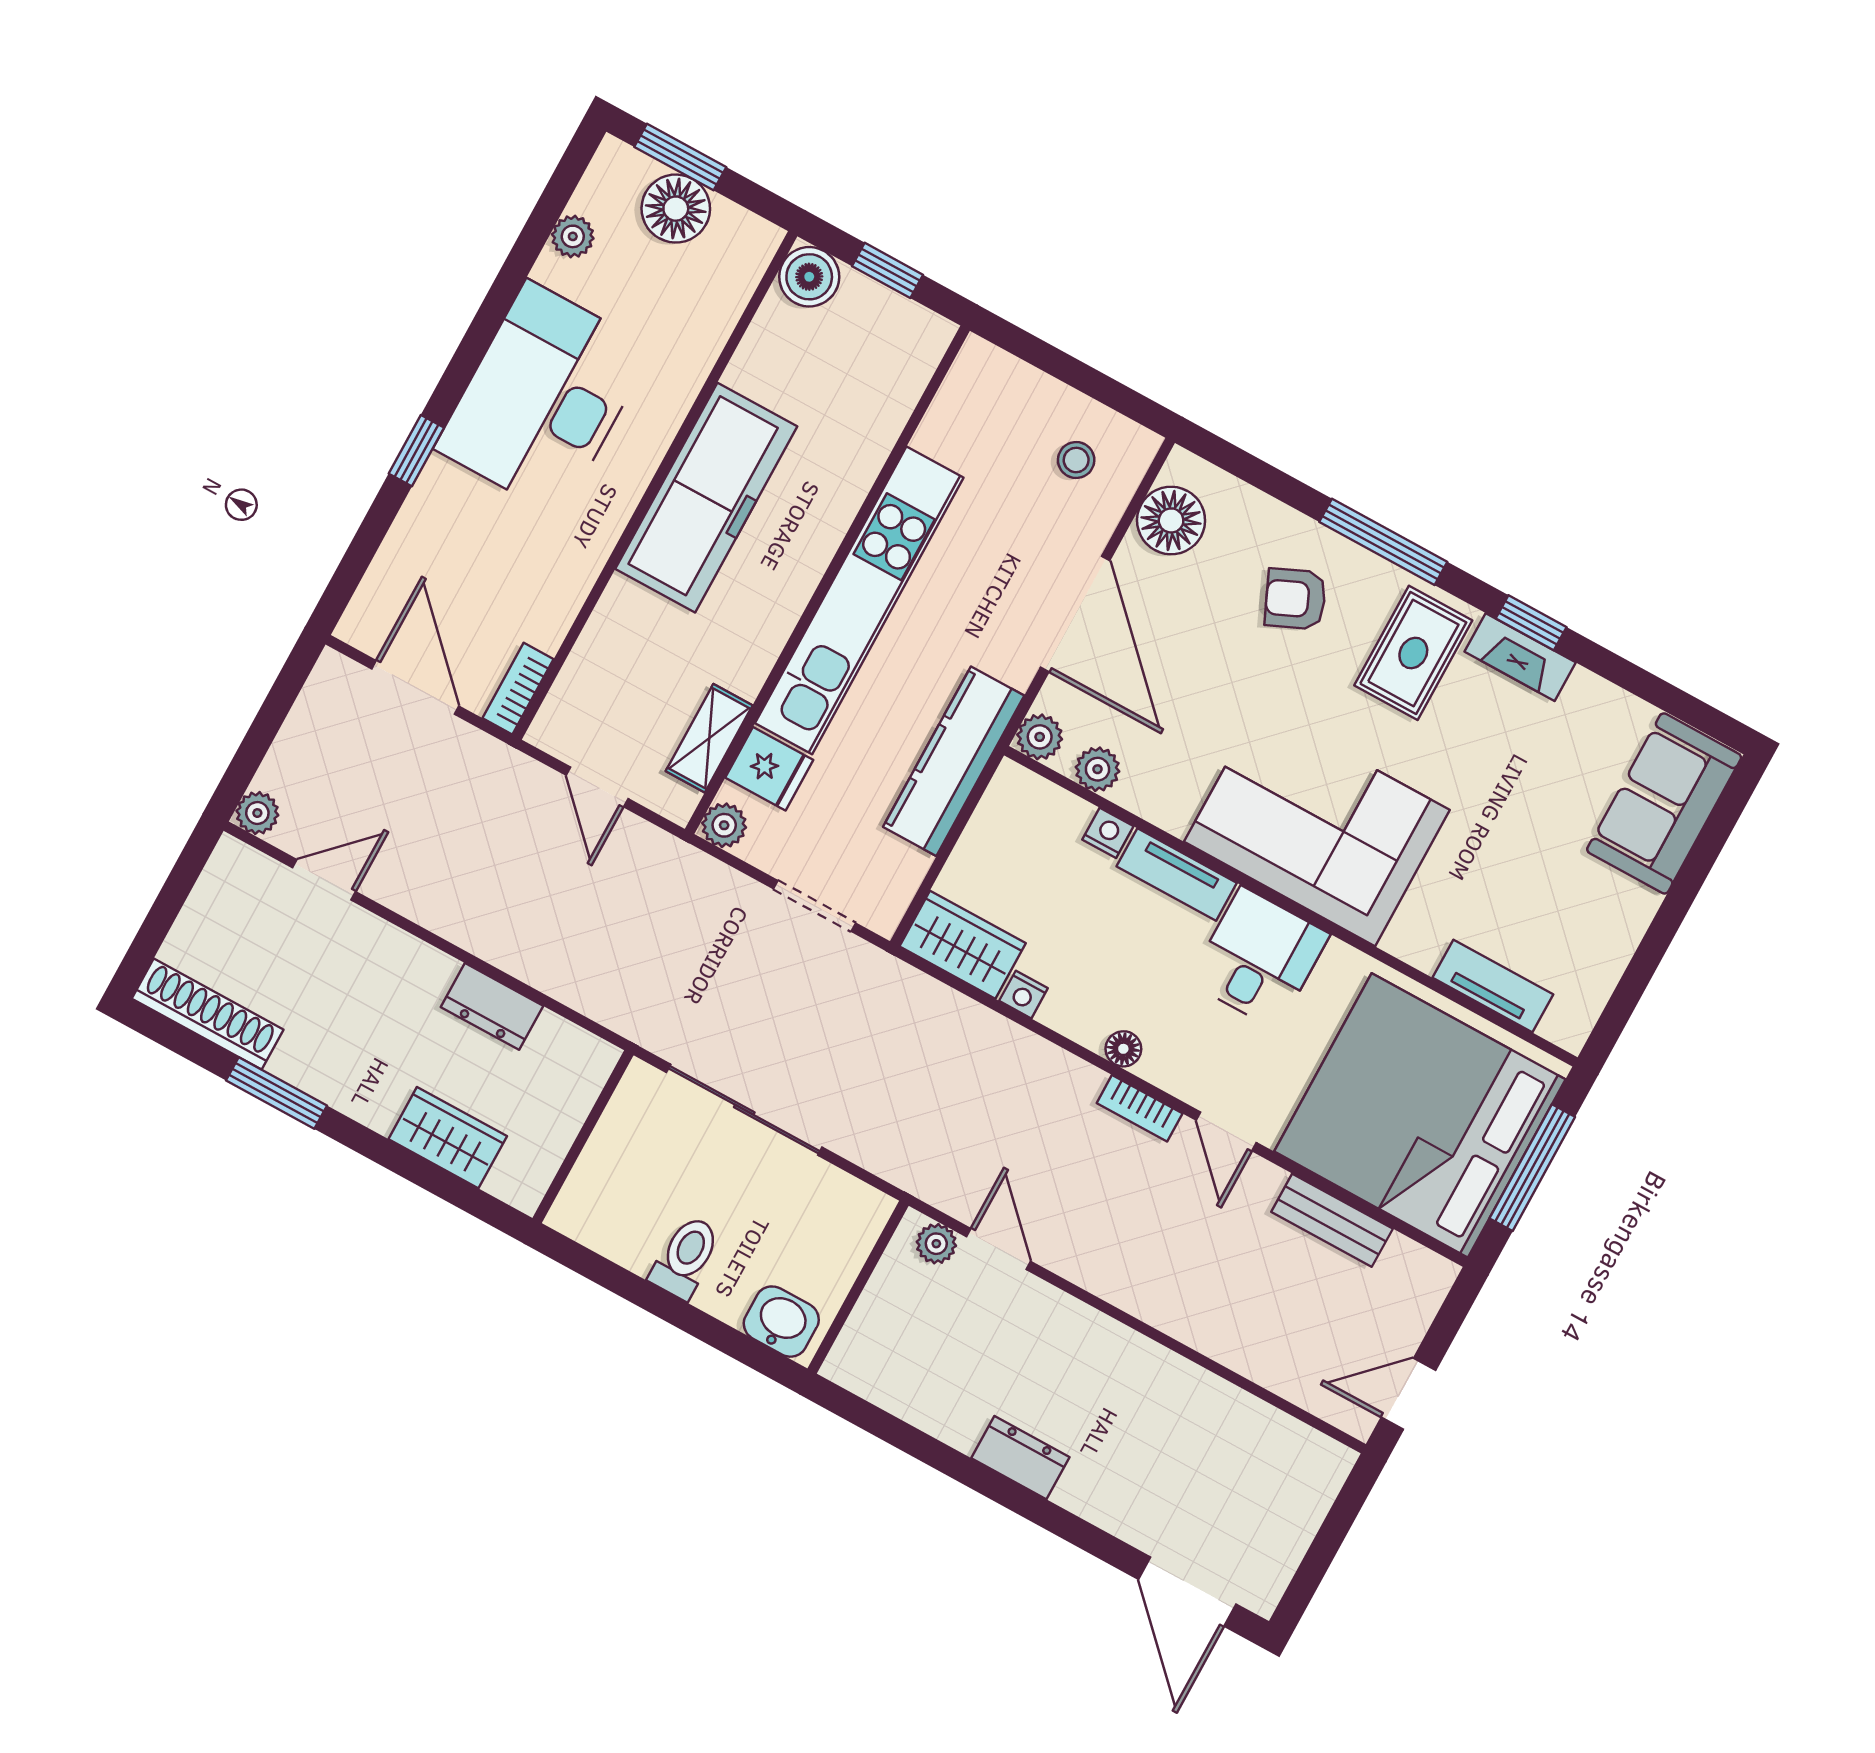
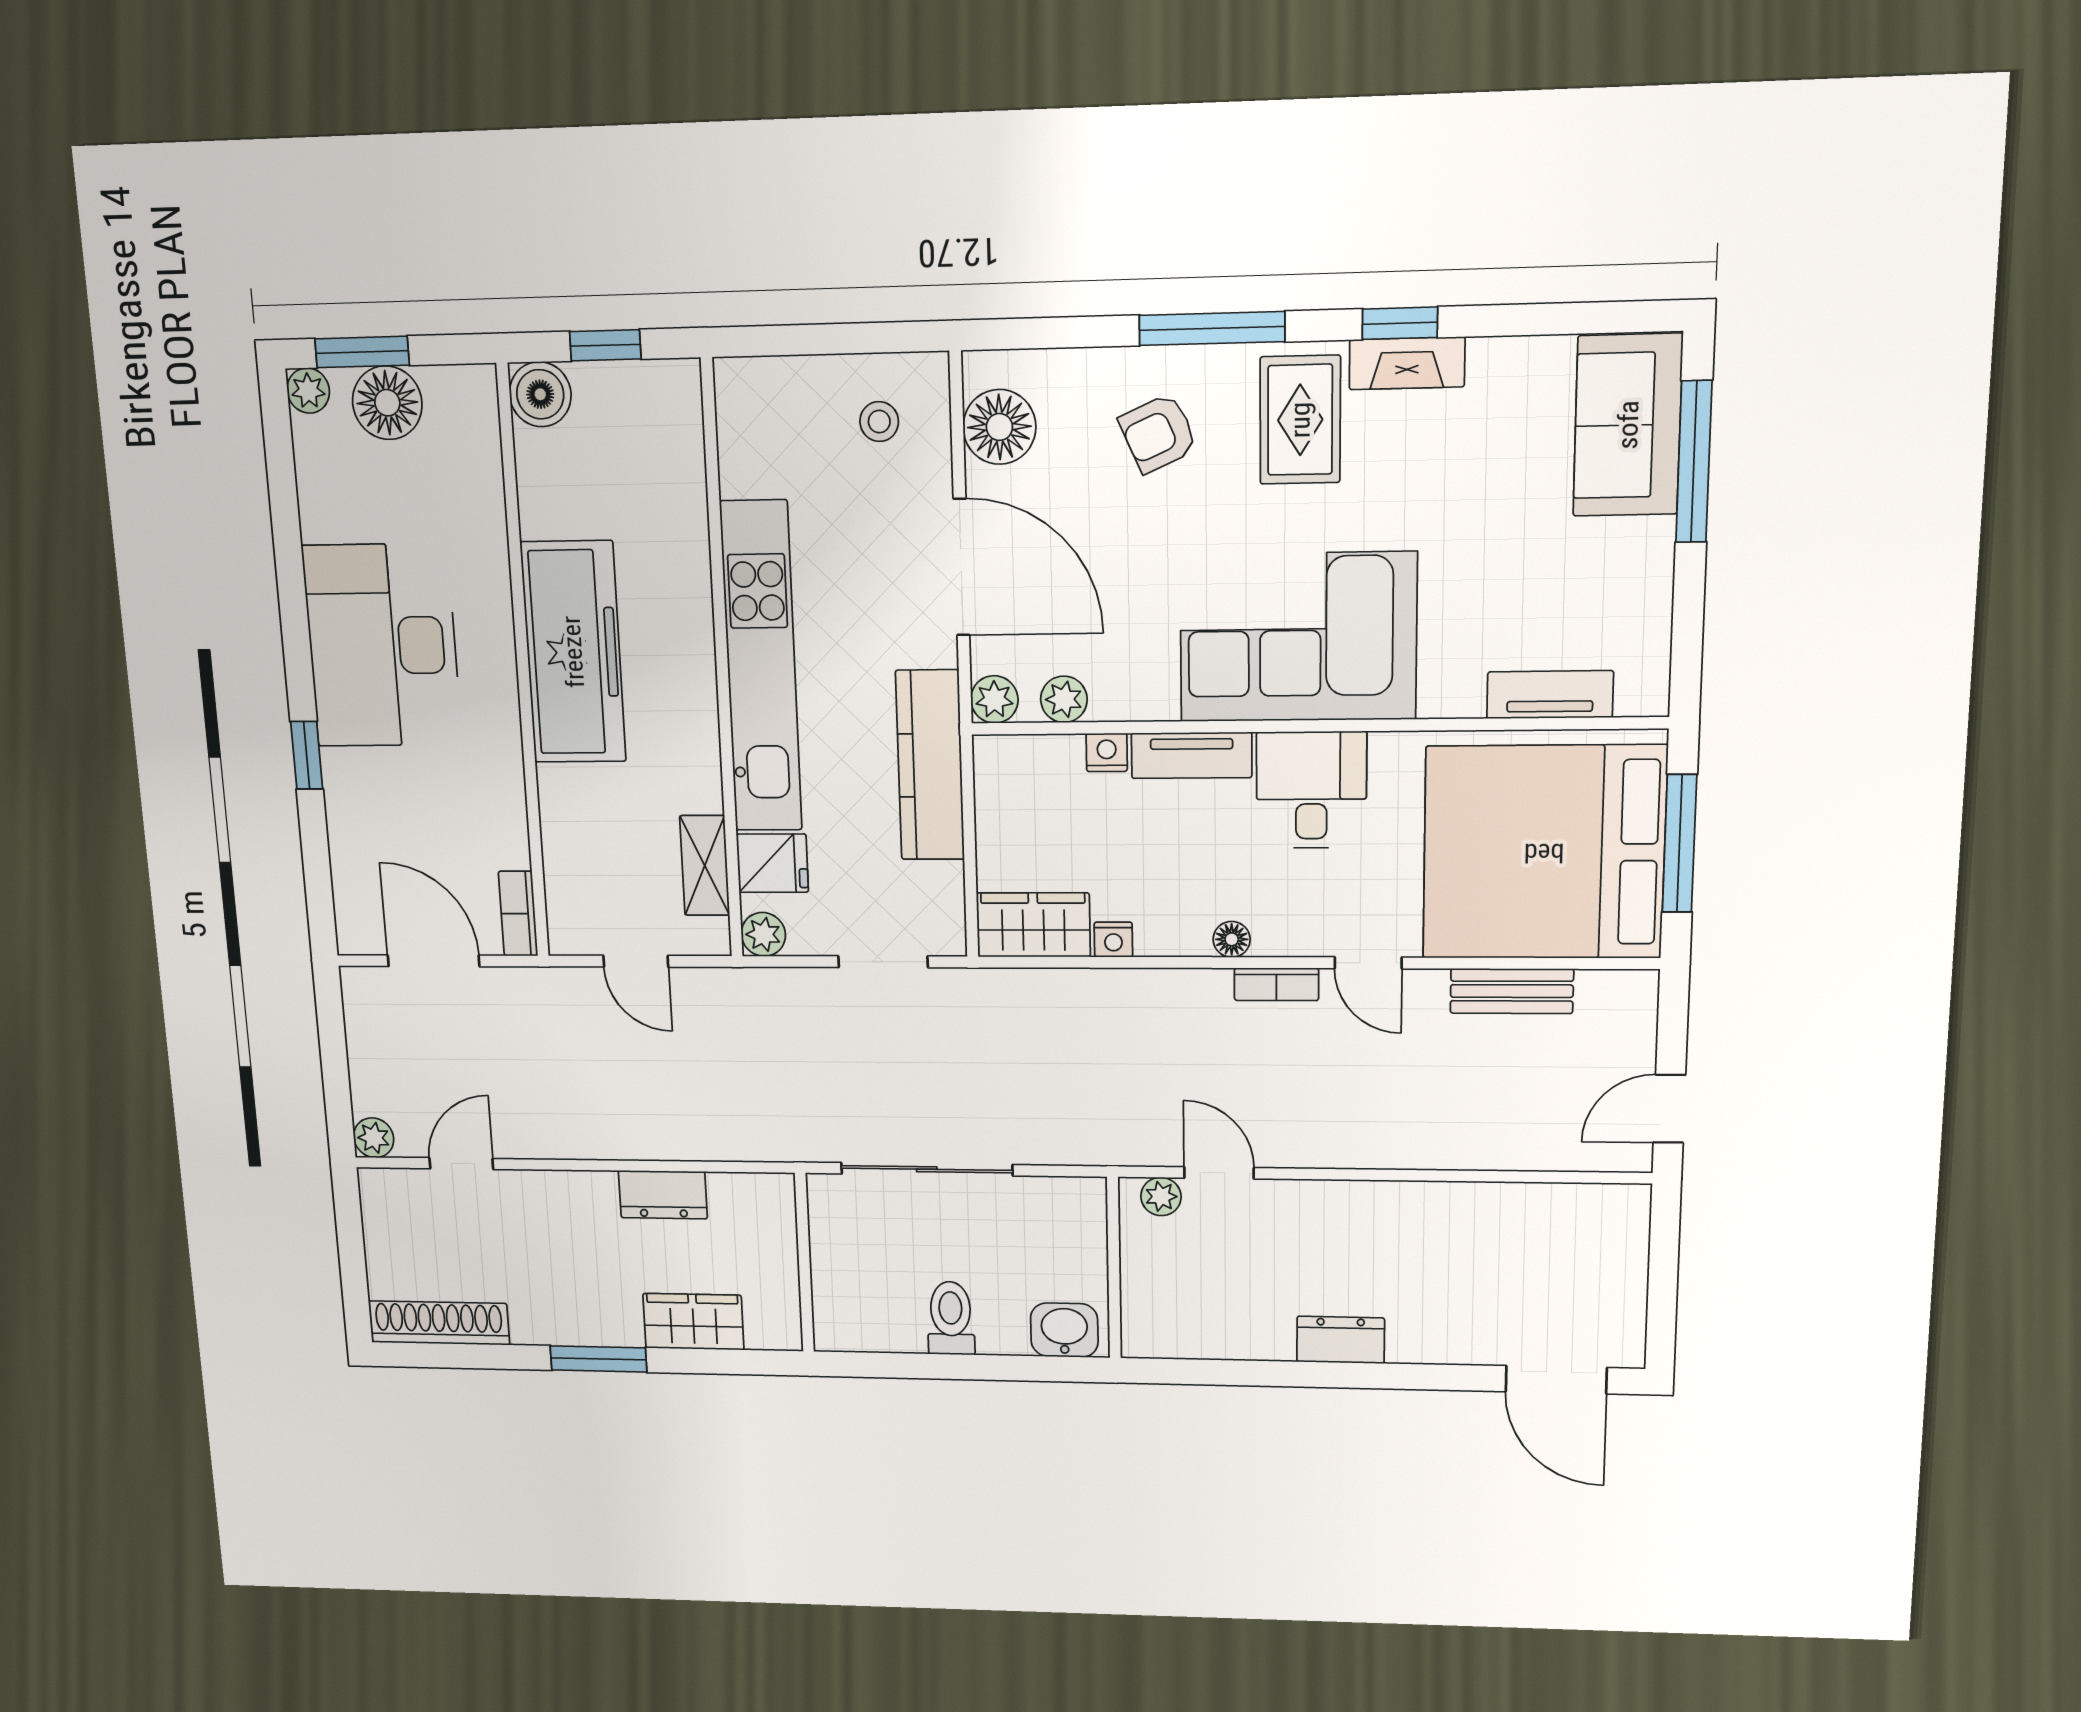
plant: (573, 236) -> (308, 391), moved
window: (1700, 861) -> (1694, 462), added
window: (276, 1093) -> (598, 1359), moved

